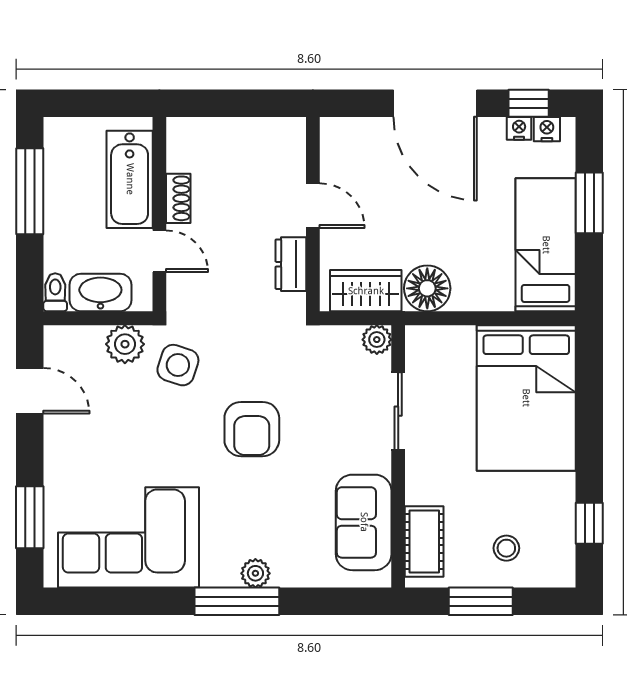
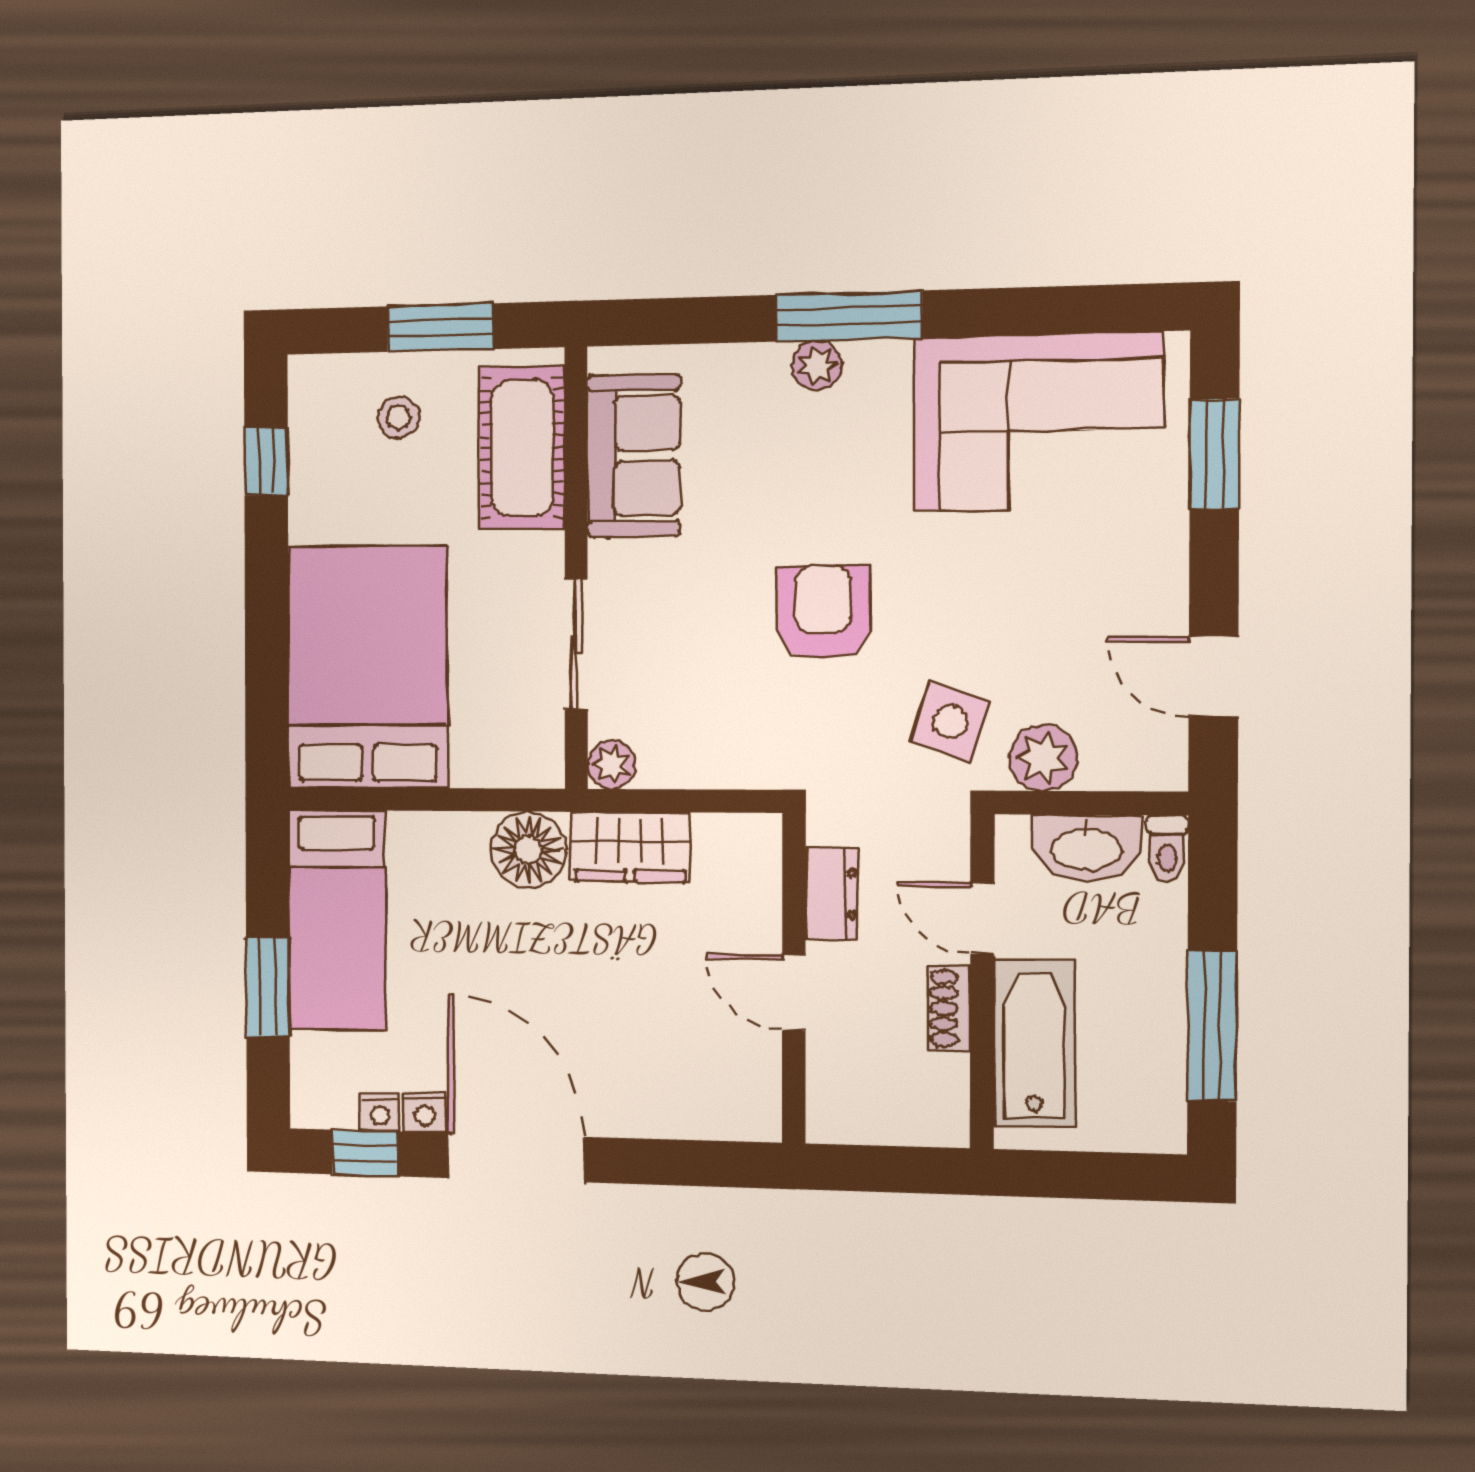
nightstand: (547, 129) -> (425, 1112), moved
door: (313, 206) -> (794, 993), moved
wall: (313, 214) -> (794, 978), moved
dresser: (291, 264) -> (832, 894), moved
cot: (424, 542) -> (522, 448), width x1.37, depth x1.34

